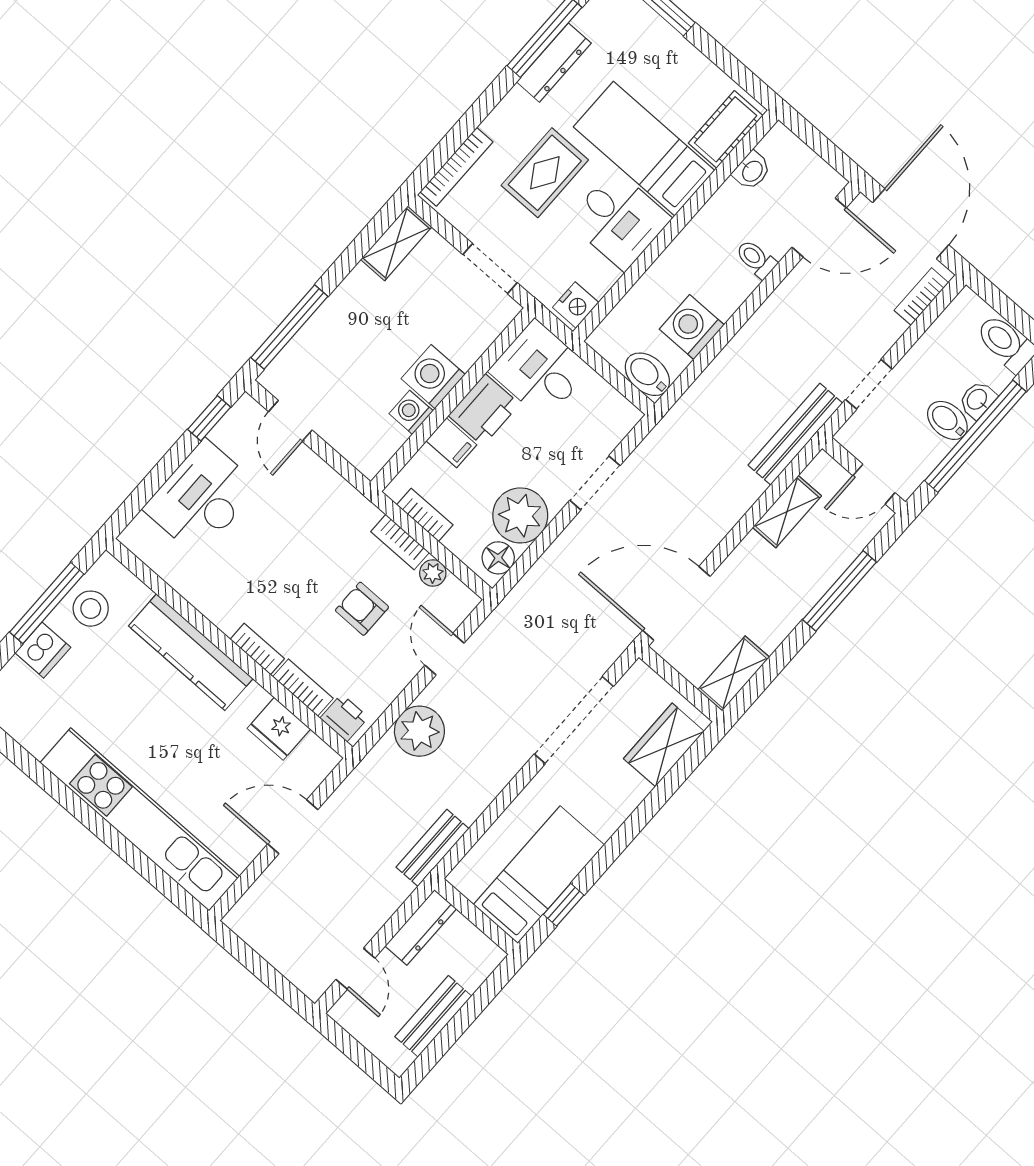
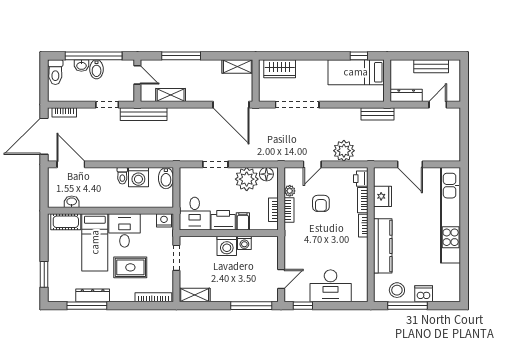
toilet: (756, 259) -> (122, 176), moved

